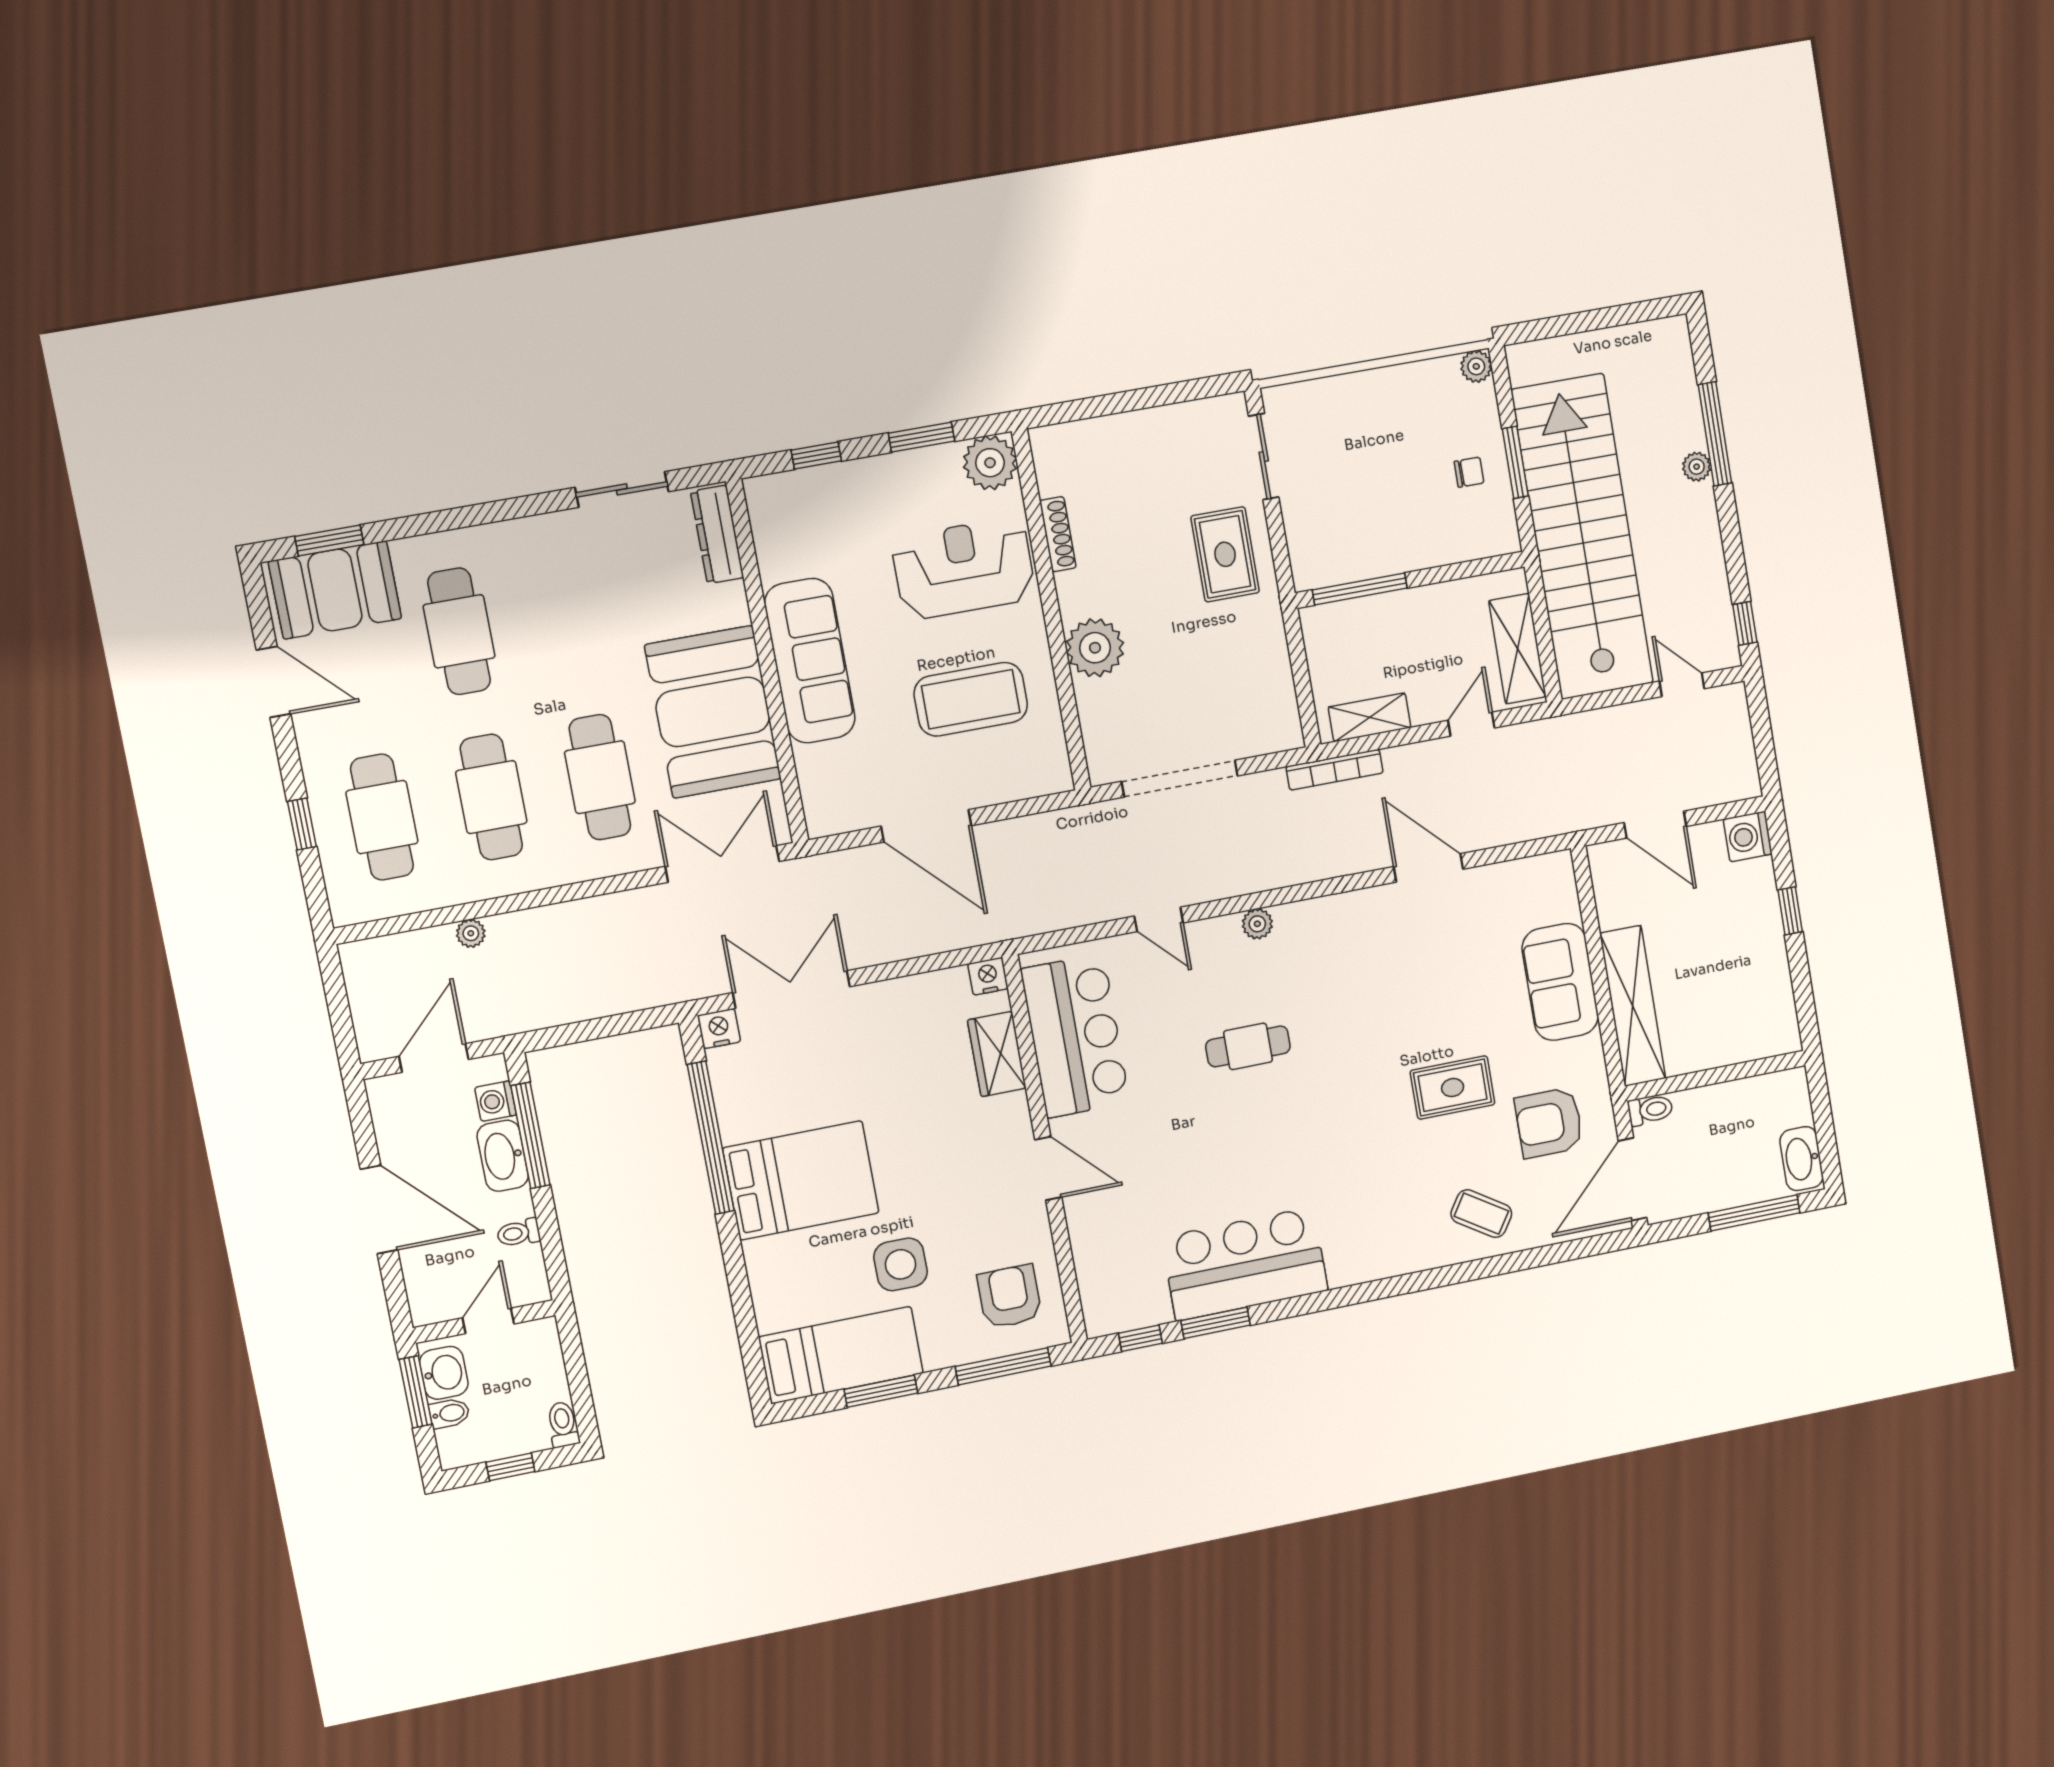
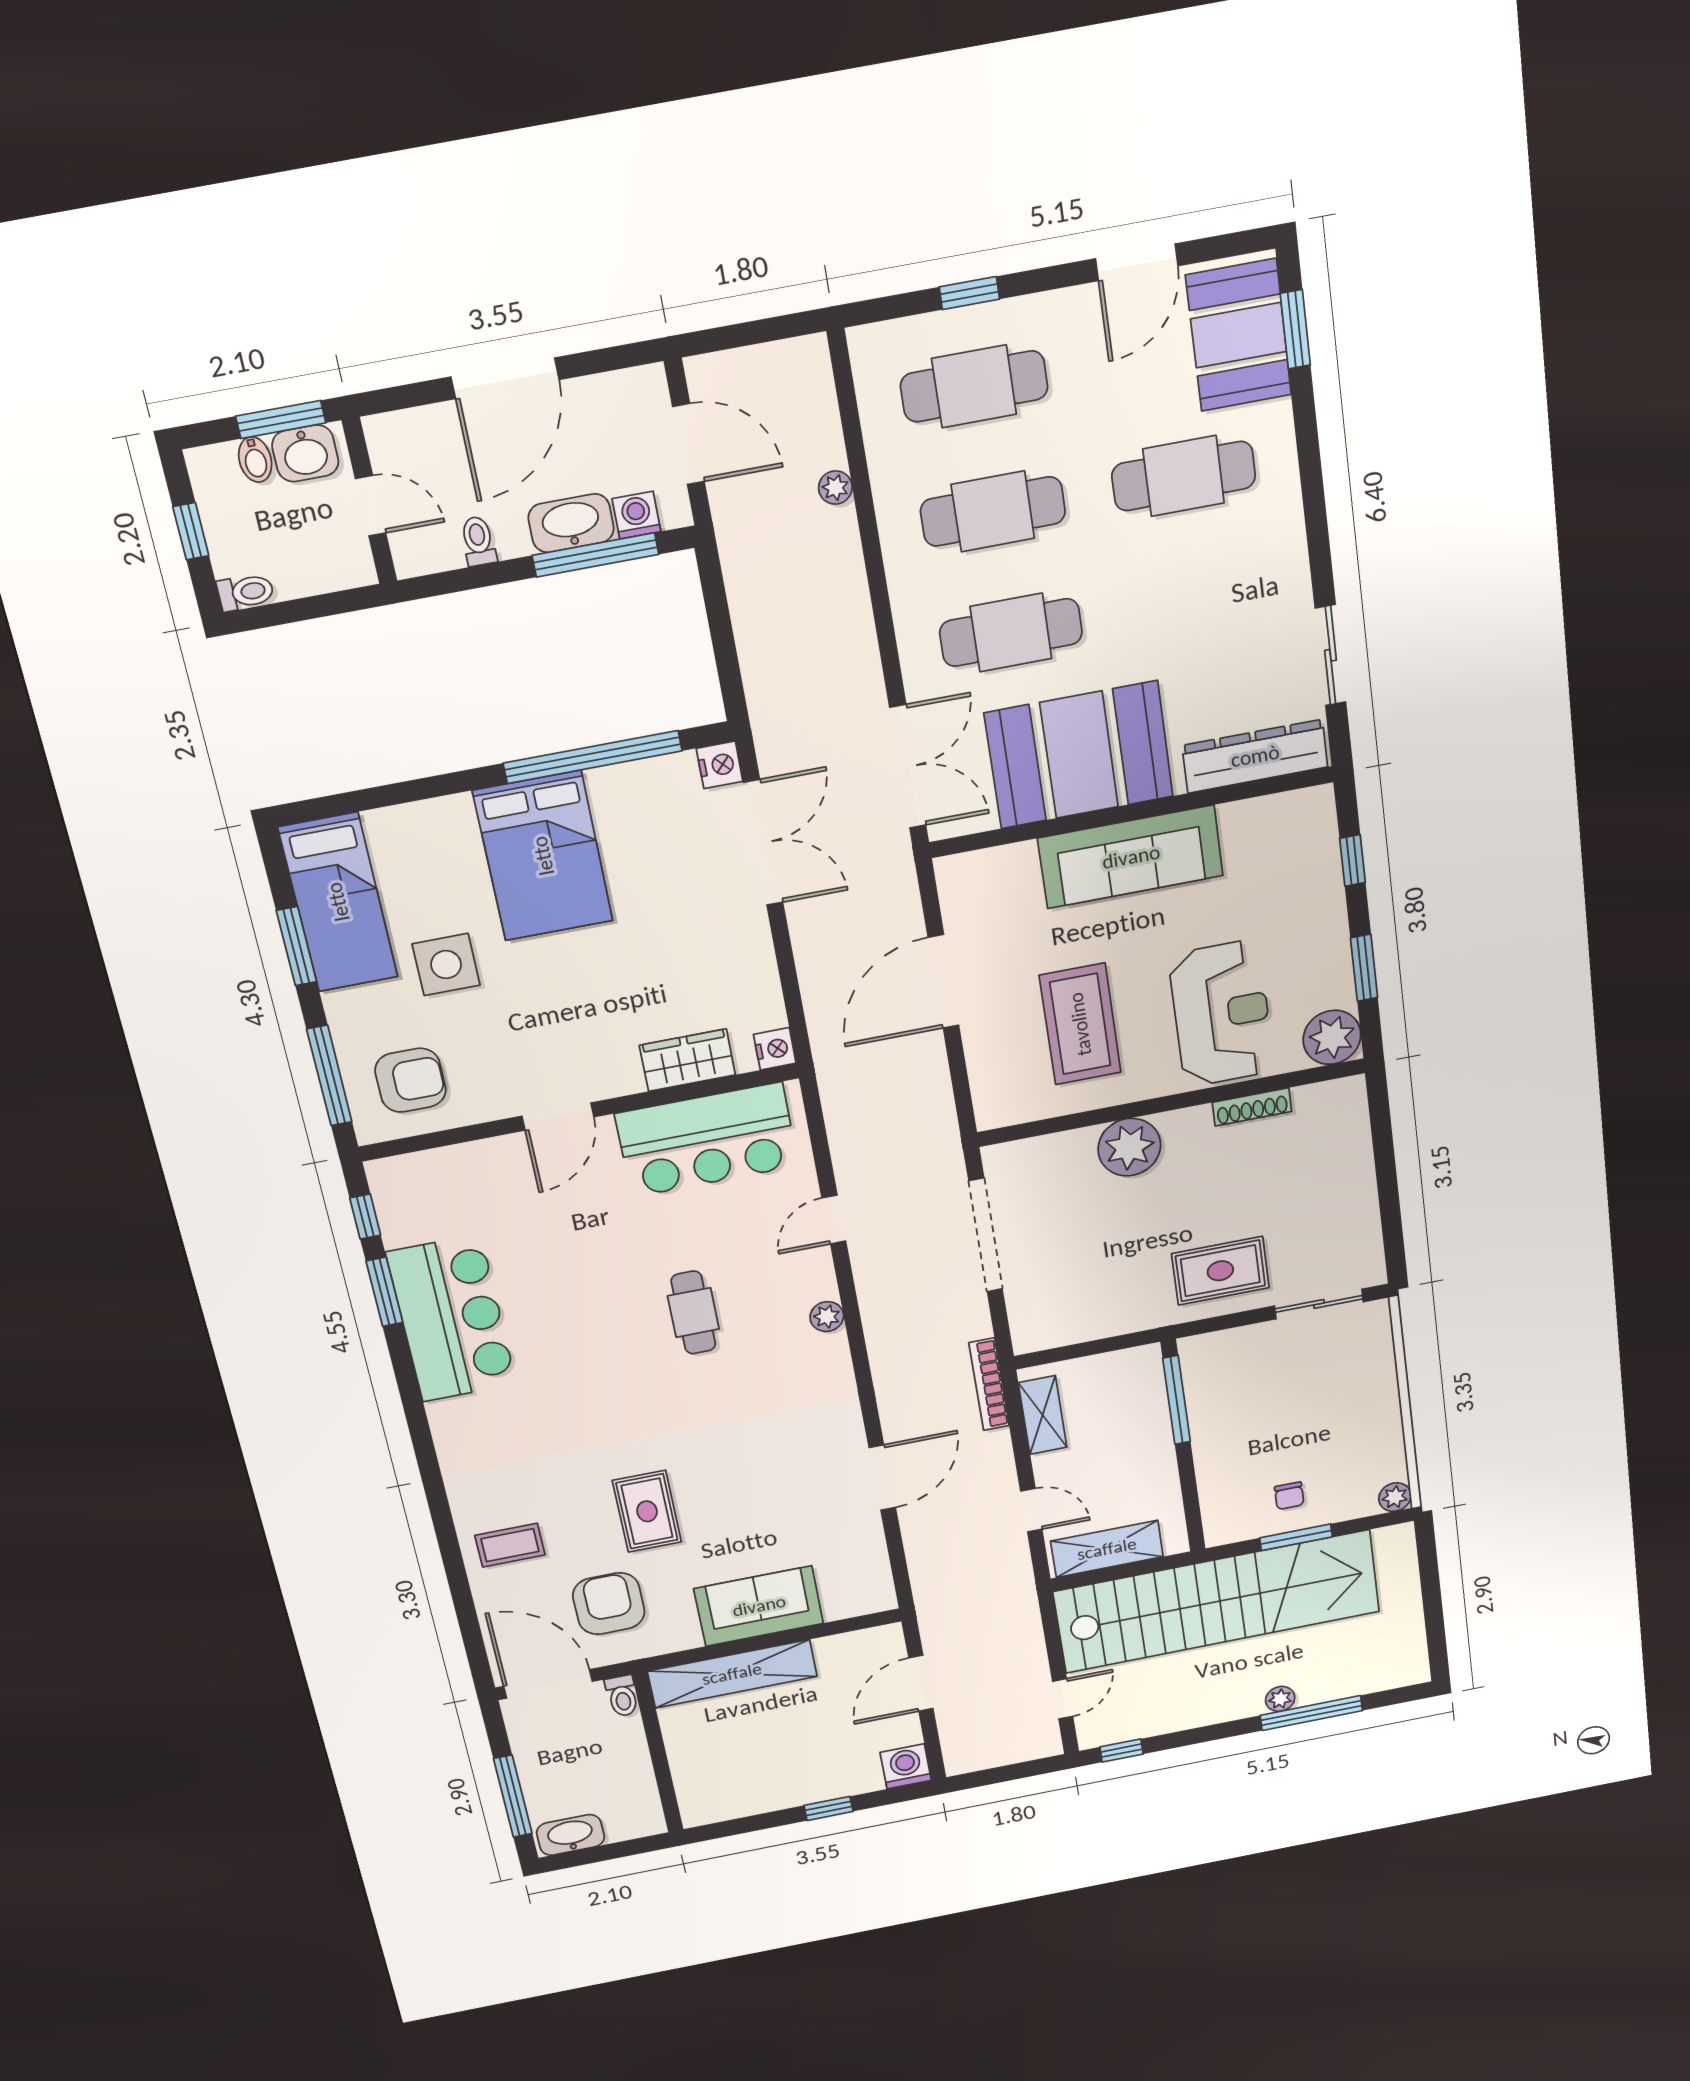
dresser: (717, 535) -> (1255, 756), width x1.37, depth x1.24
coffee table: (1481, 1214) -> (510, 1545), turned 57

